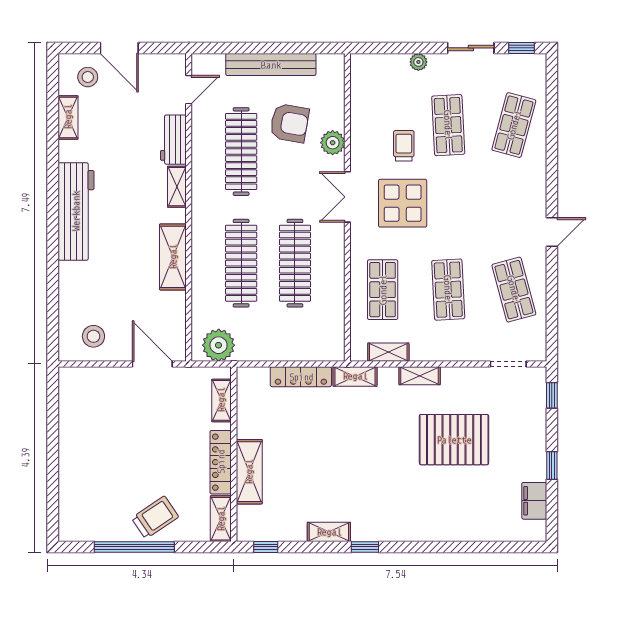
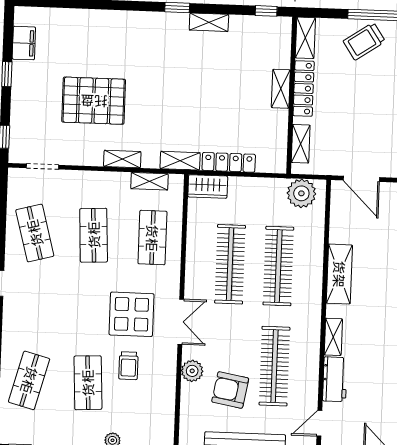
wardrobe: (323, 349) -> (208, 186), added
shelving: (249, 472) -> (281, 89), width x0.67, depth x0.75

